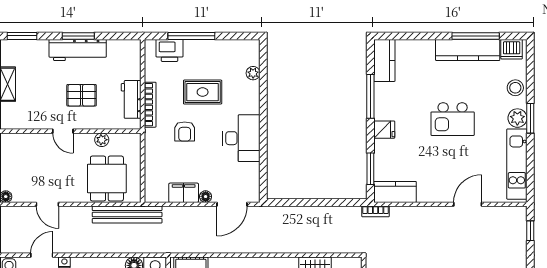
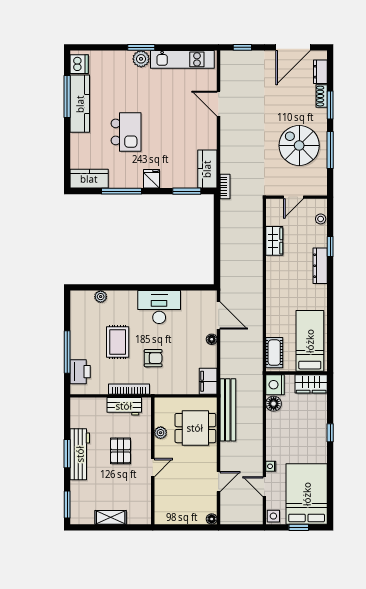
stool: (515, 88) -> (114, 61), removed
kitchen island: (453, 119) -> (126, 132), moved
filing cabinet: (184, 193) -> (208, 381), moved

